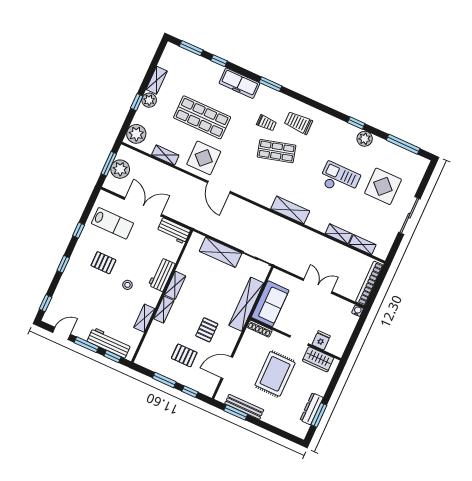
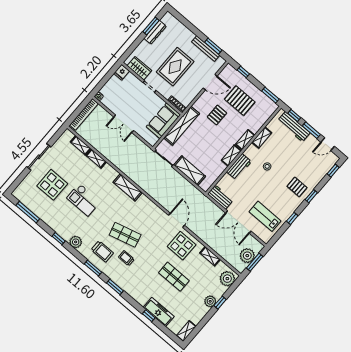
window: (191, 48) -> (93, 268), moved
shelving: (157, 80) -> (186, 331), moved
freezer: (239, 83) -> (159, 312), moved
shop shelf: (202, 117) -> (174, 277), width x0.70, depth x0.74
plant: (365, 139) -> (76, 242), moved
pallet: (103, 263) -> (297, 187), moved
fridge: (321, 340) -> (122, 72), moved
pallet: (184, 355) -> (240, 101), width x1.50, depth x1.42
window: (164, 380) -> (270, 95), moved

